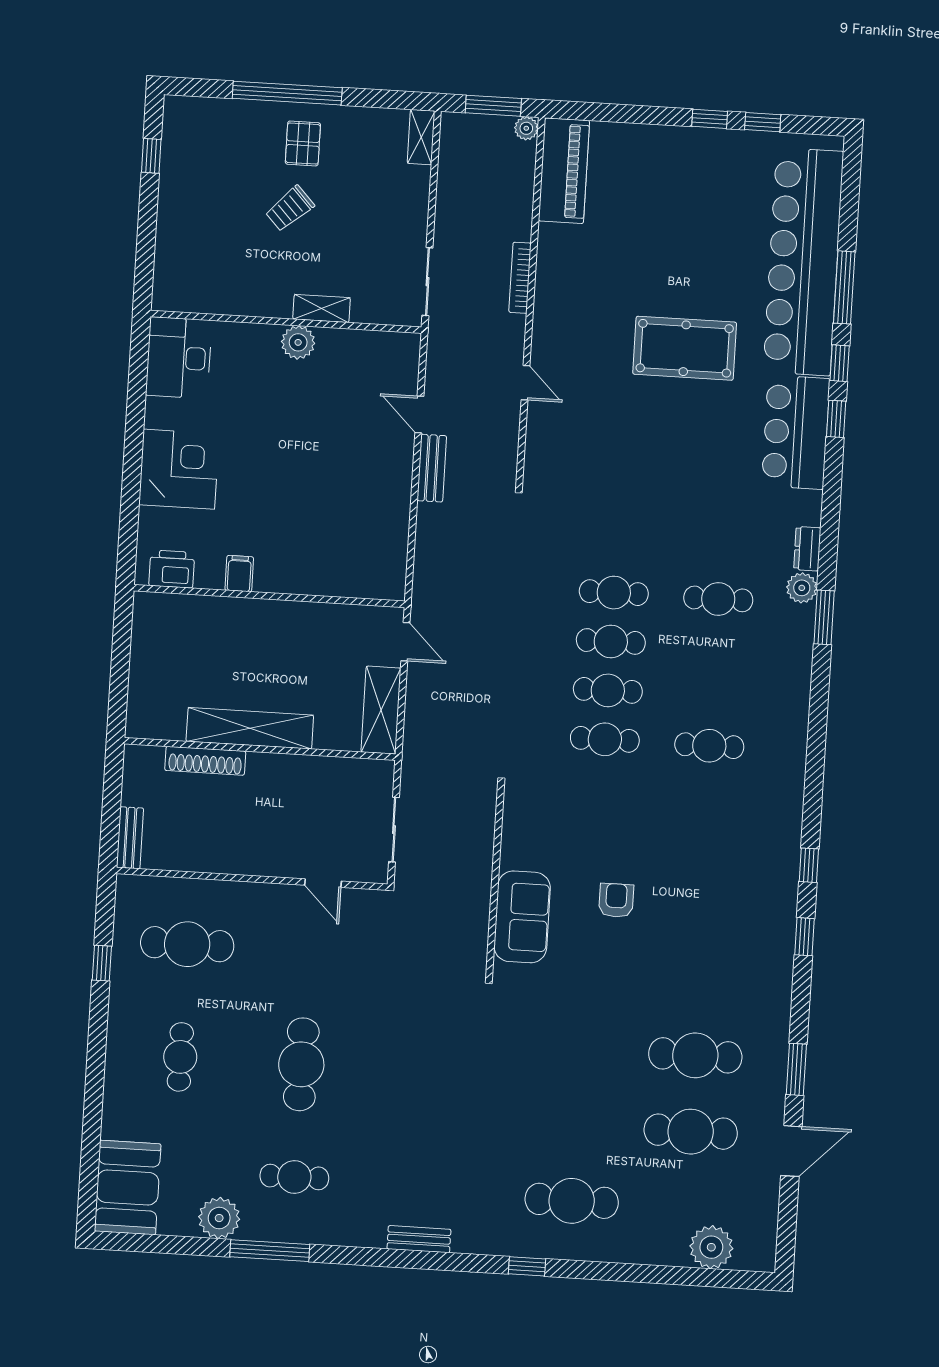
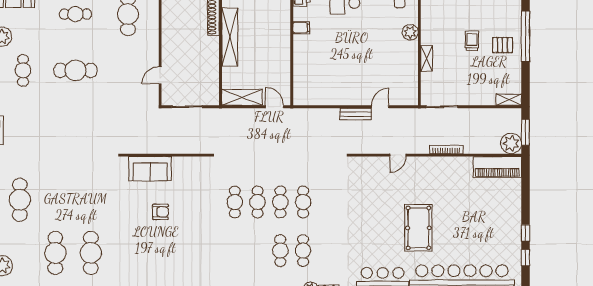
plant: (526, 128) -> (511, 143), width x1.88, depth x1.88
trolley: (290, 209) -> (472, 41), turned 43
plant: (298, 342) -> (410, 32), moved
door: (405, 642) -> (274, 107), swing flipped
cafe table: (709, 746) -> (280, 251), moved

